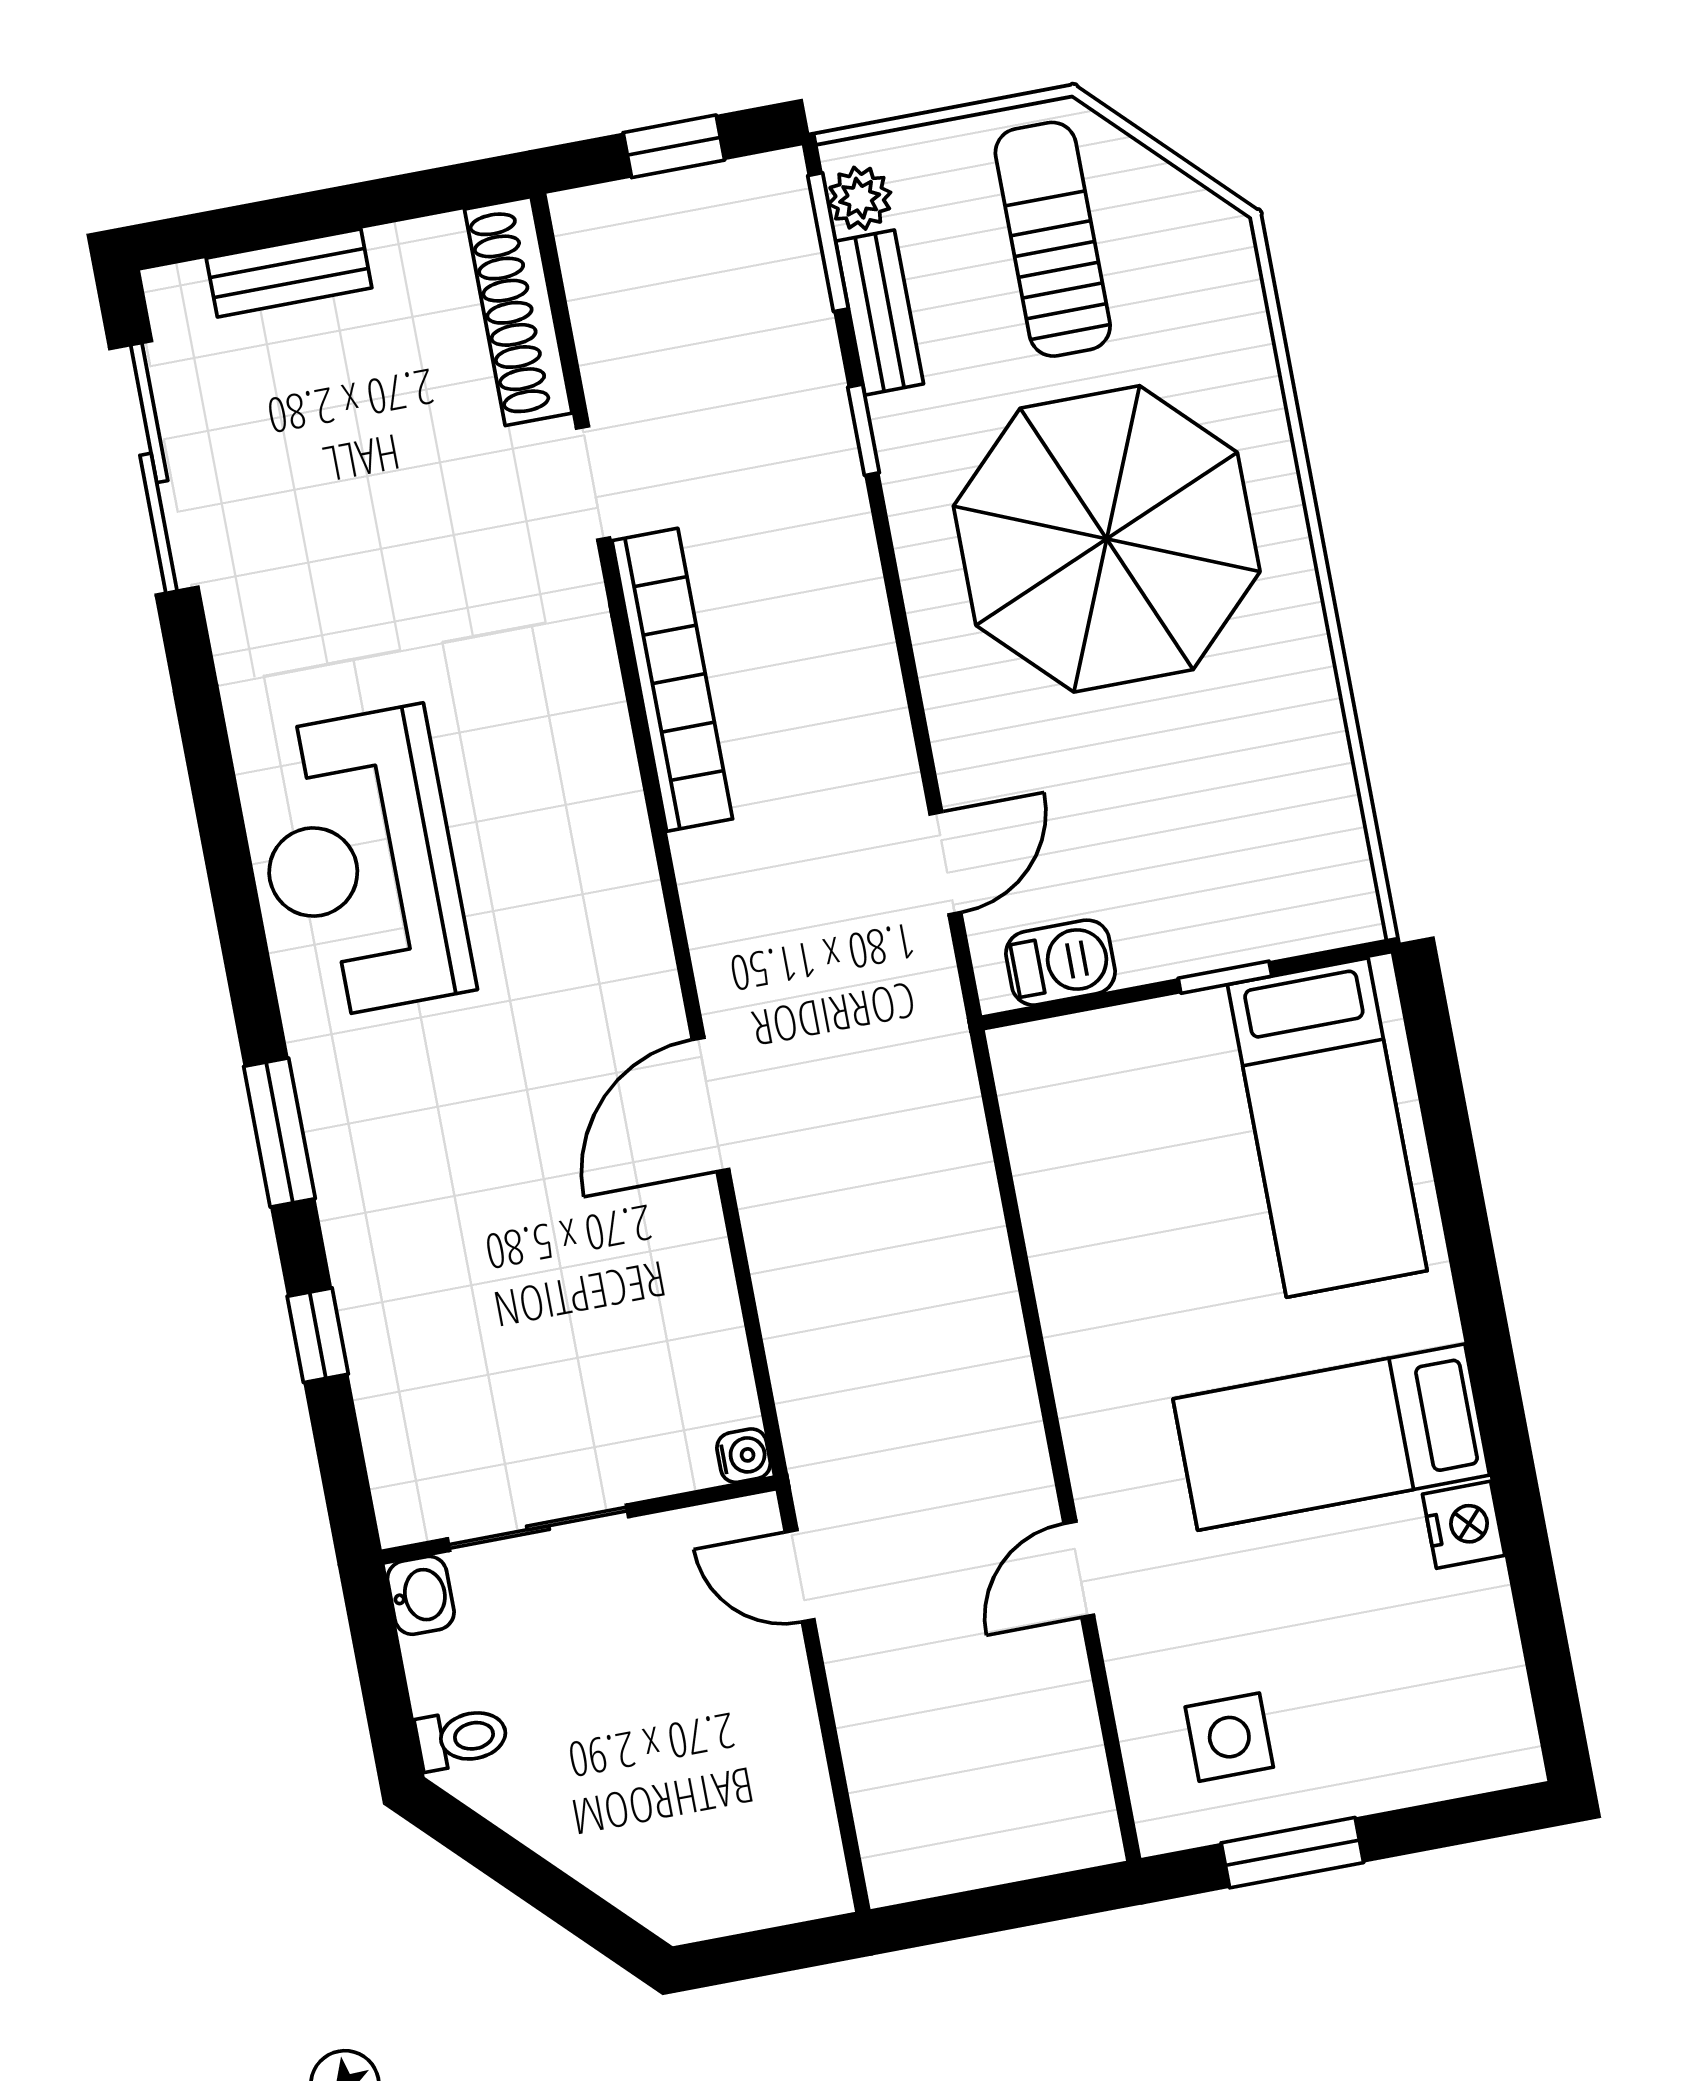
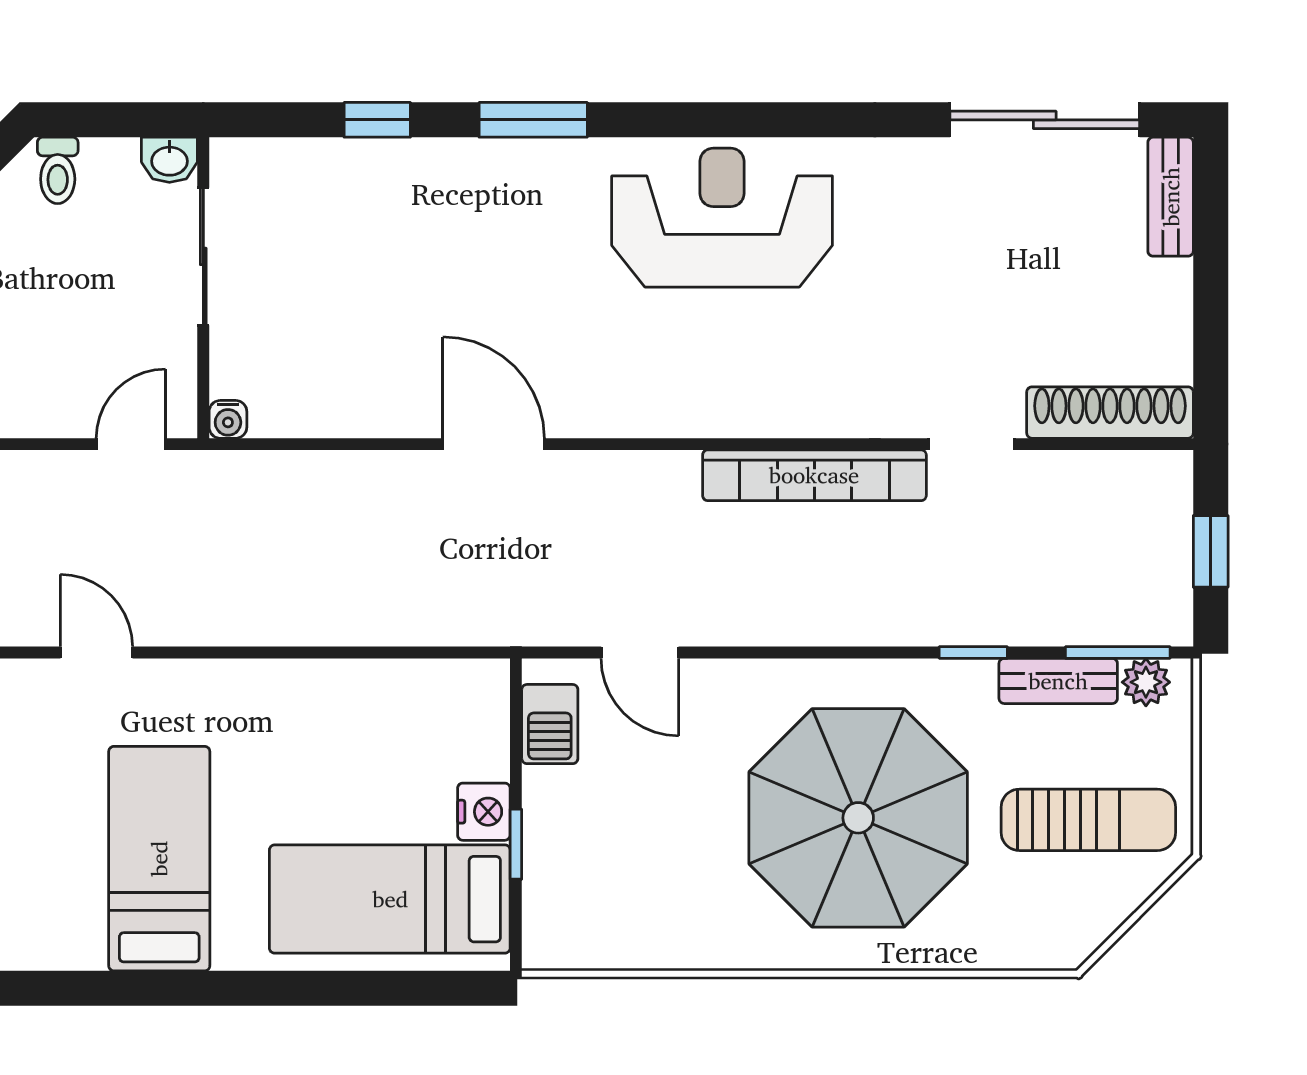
bench: (289, 273) -> (1171, 197), moved
nightstand: (1464, 1525) -> (484, 812), moved, turned -90

